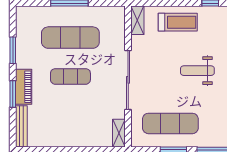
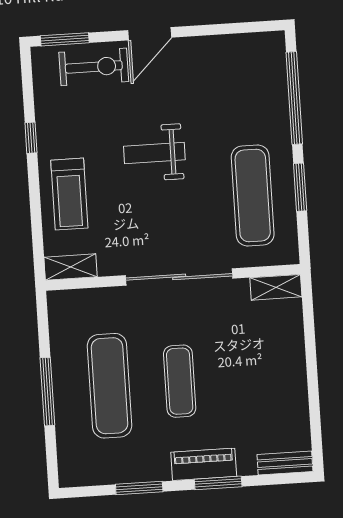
treadmill: (178, 22) -> (69, 194), turned 180
weight bench: (197, 71) -> (154, 153), turned 90
bench: (21, 126) -> (285, 463), width x0.73

